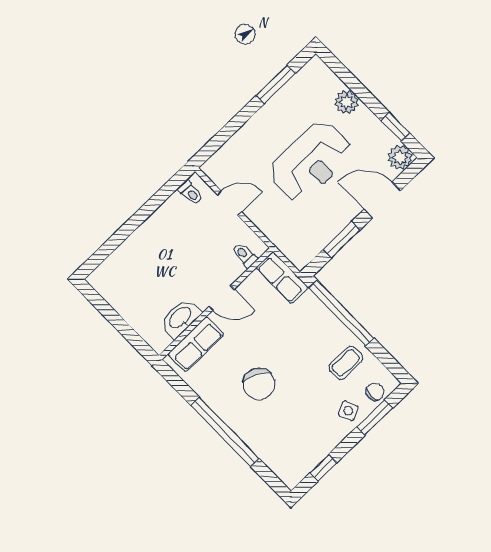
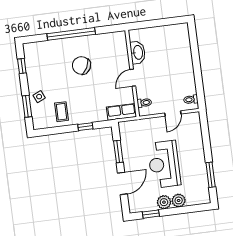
plant: (400, 157) -> (164, 202), moved
window: (341, 313) -> (85, 127), width x0.32
row of seats: (196, 344) -> (121, 51), removed
chair: (375, 392) -> (39, 115), removed

